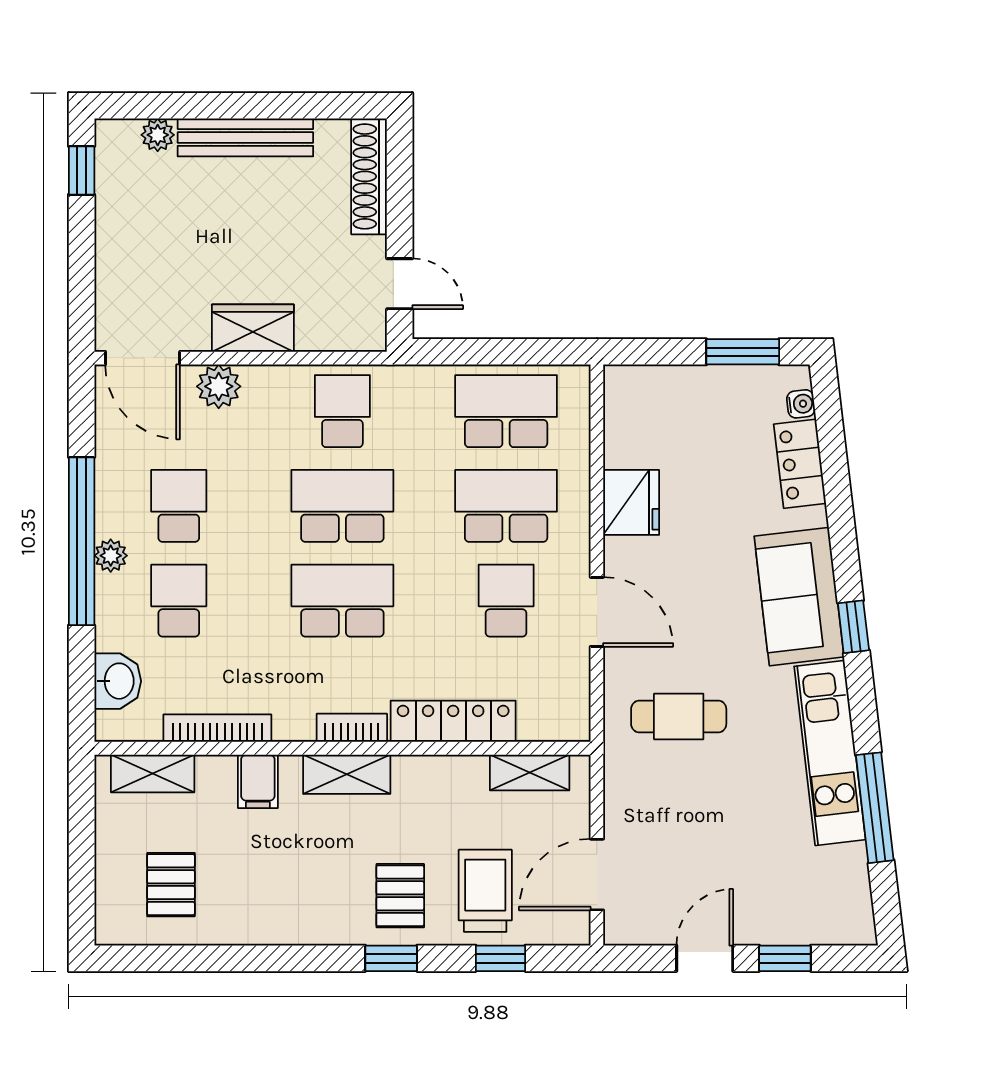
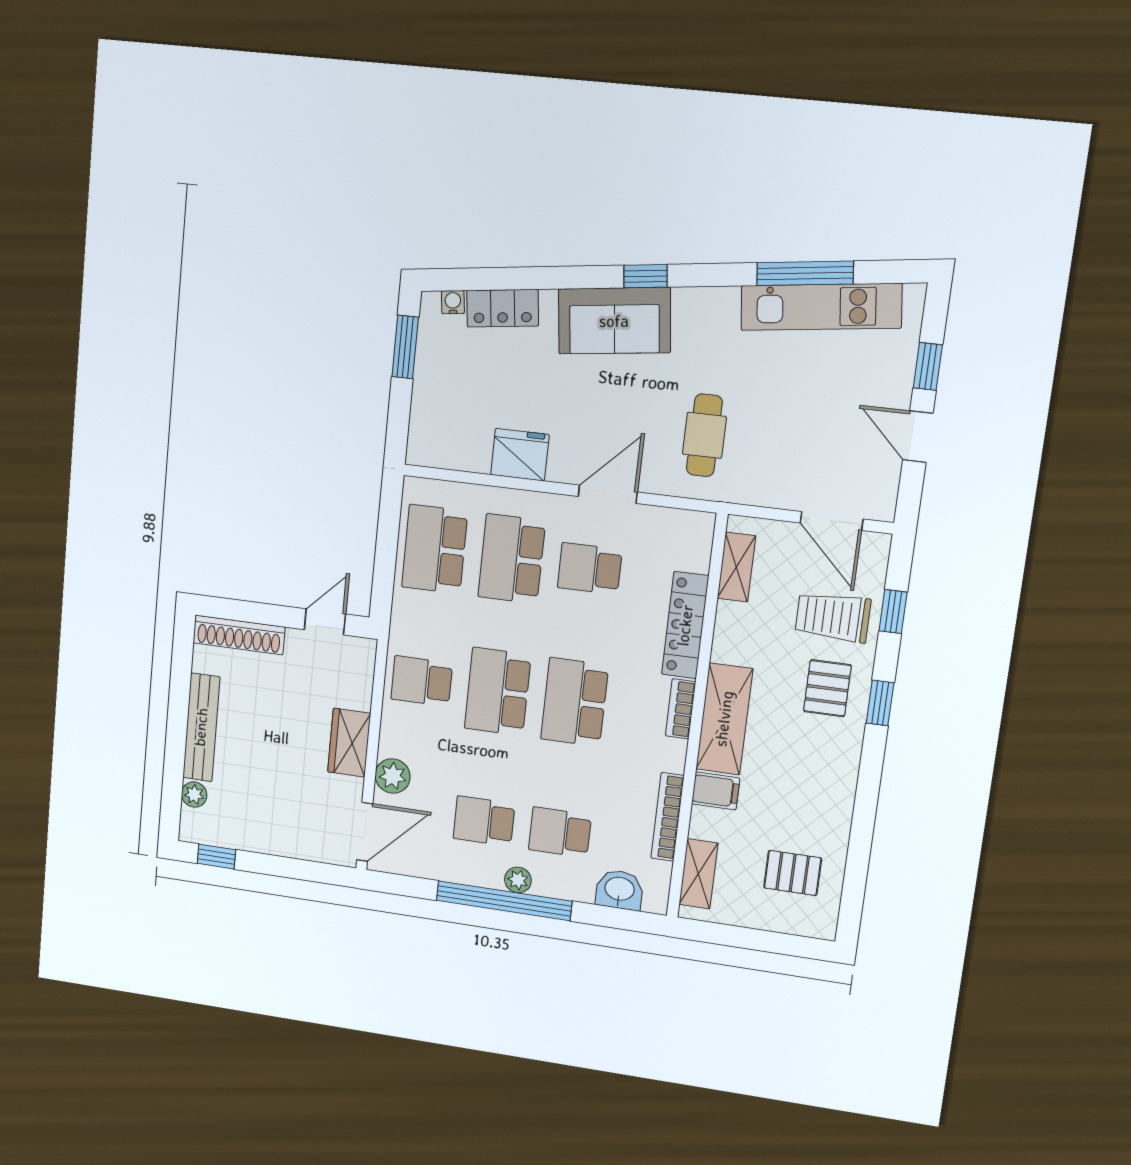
kitchen unit: (830, 753) -> (821, 307), moved
shelving: (347, 774) -> (724, 719), width x1.50, depth x1.33
pallet: (400, 896) -> (827, 688), turned 90

